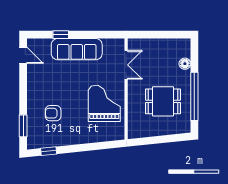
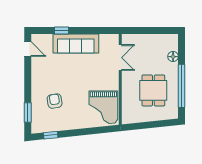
dining table: (163, 101) -> (153, 90), turned 90
grand piano: (104, 103) -> (103, 107), moved, turned 180
armchair: (53, 113) -> (55, 101), turned 81

